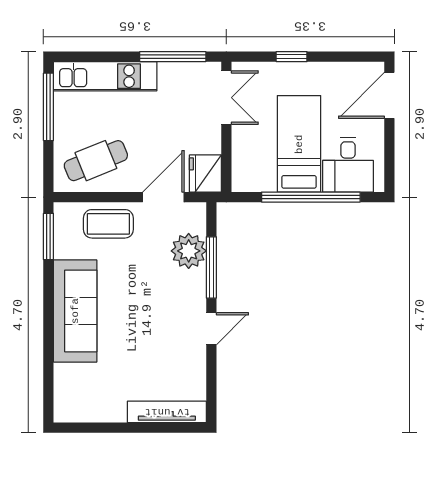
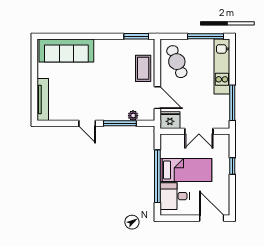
double door: (226, 98) -> (199, 131), moved
plant: (189, 251) -> (133, 116), width x0.53, depth x0.53
sofa: (75, 311) -> (66, 51), moved

